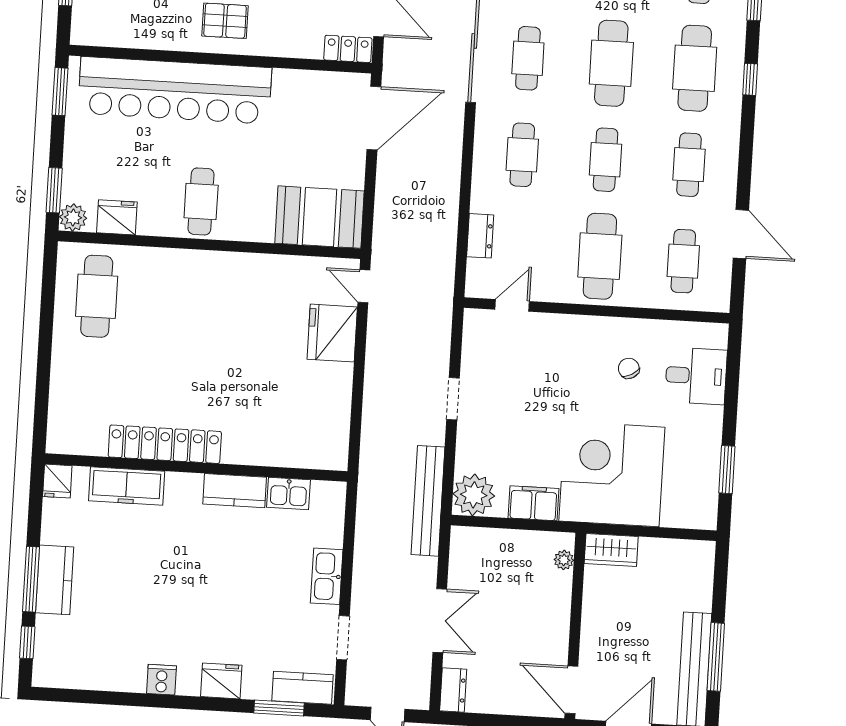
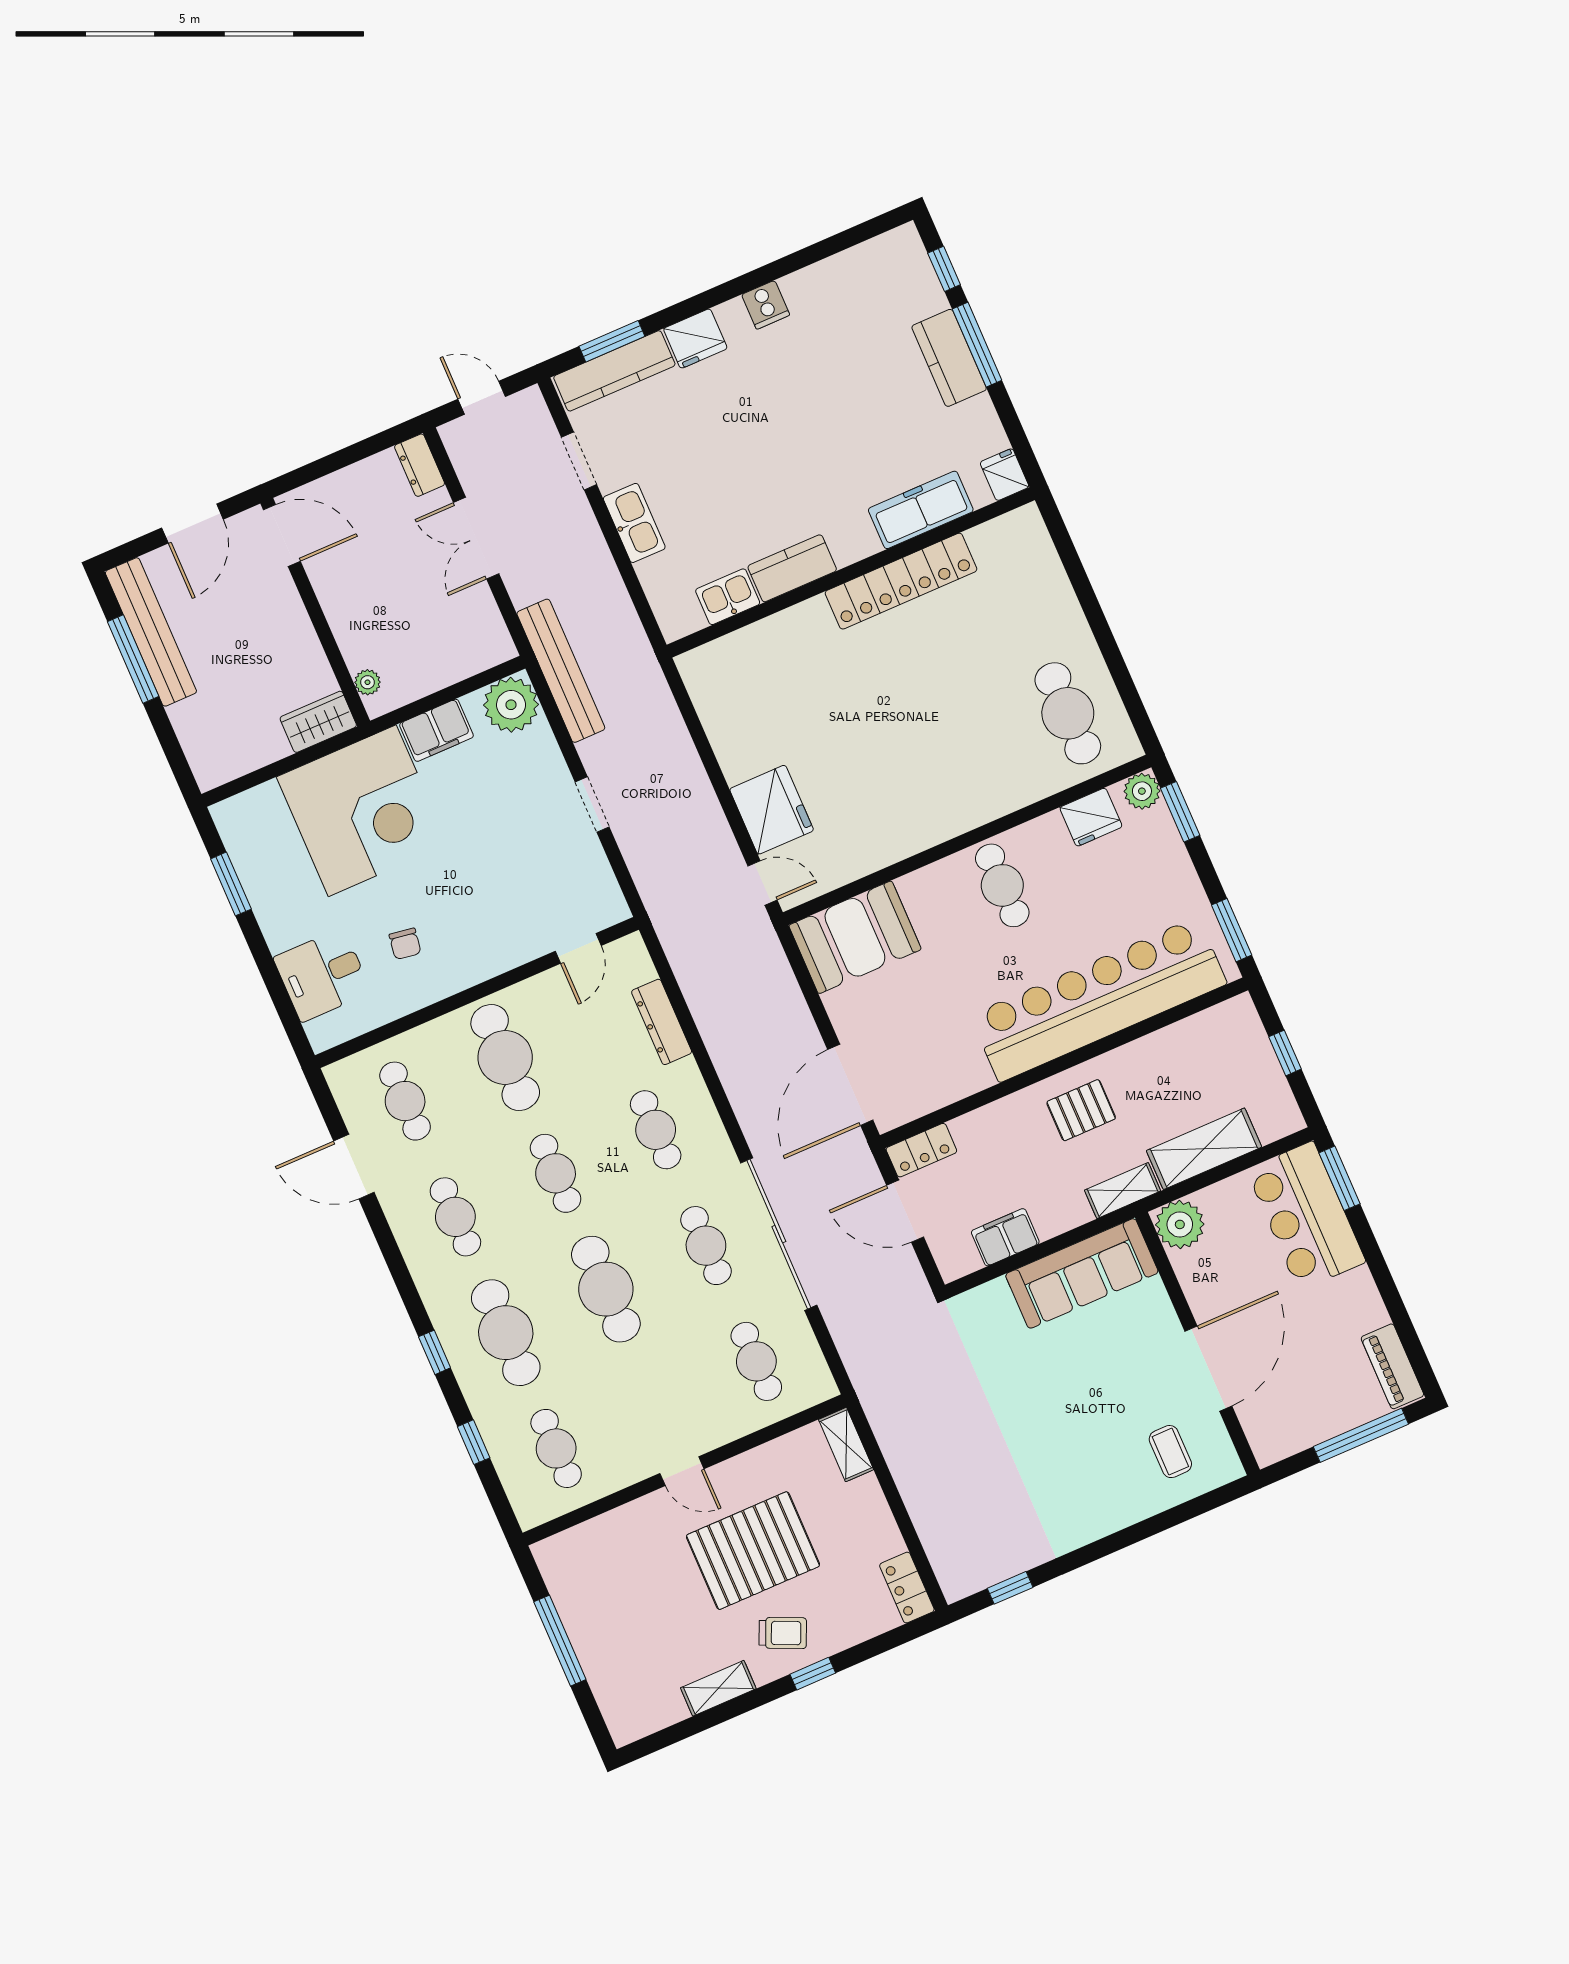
dresser: (480, 236) -> (662, 1022), width x1.44
chair: (629, 368) -> (405, 944), turned 38
kitchen counter: (303, 688) -> (614, 371), width x1.50

